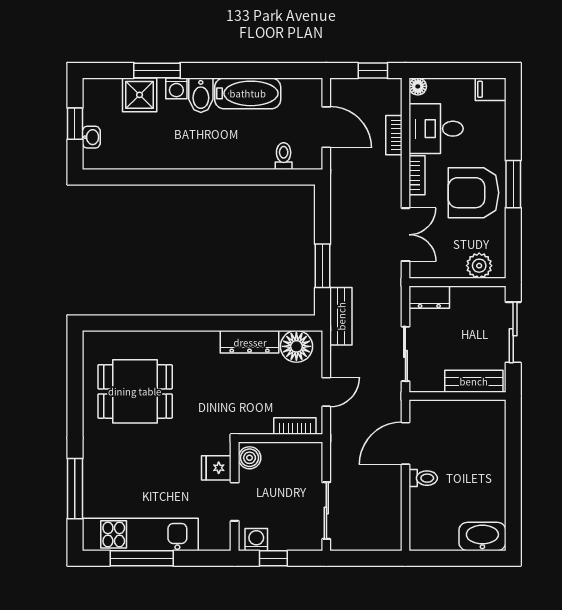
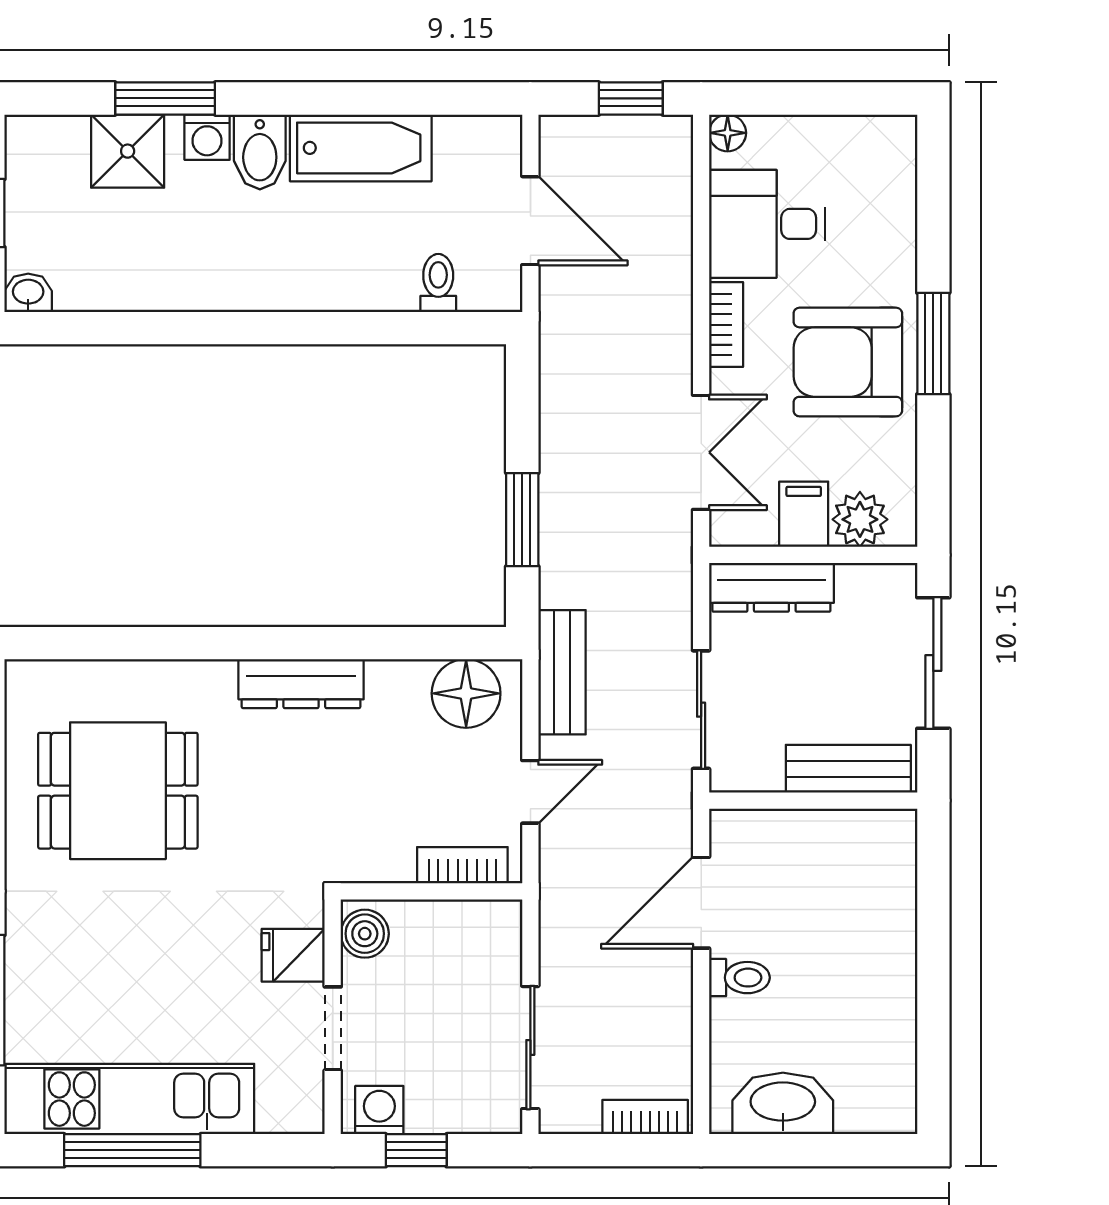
filing cabinet: (491, 89) -> (804, 514), moved, turned 90
bookcase: (394, 135) -> (645, 1117), moved, turned 90
washbasin: (91, 137) -> (28, 293), moved, turned -90
dresser: (429, 297) -> (771, 587), width x1.44
bench: (341, 316) -> (562, 672), moved
dresser: (250, 342) -> (301, 684), moved
washbasin: (482, 536) -> (783, 1103), moved

